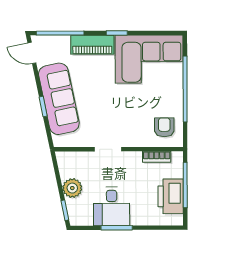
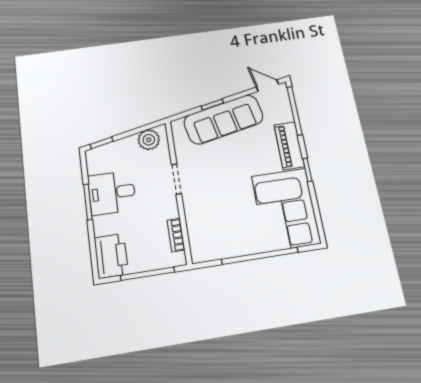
door: (32, 53) -> (267, 86), hinge flipped
armchair: (164, 127) -> (211, 239), removed
plant: (72, 188) -> (149, 140), moved
printer: (171, 196) -> (111, 256), moved, turned 90

